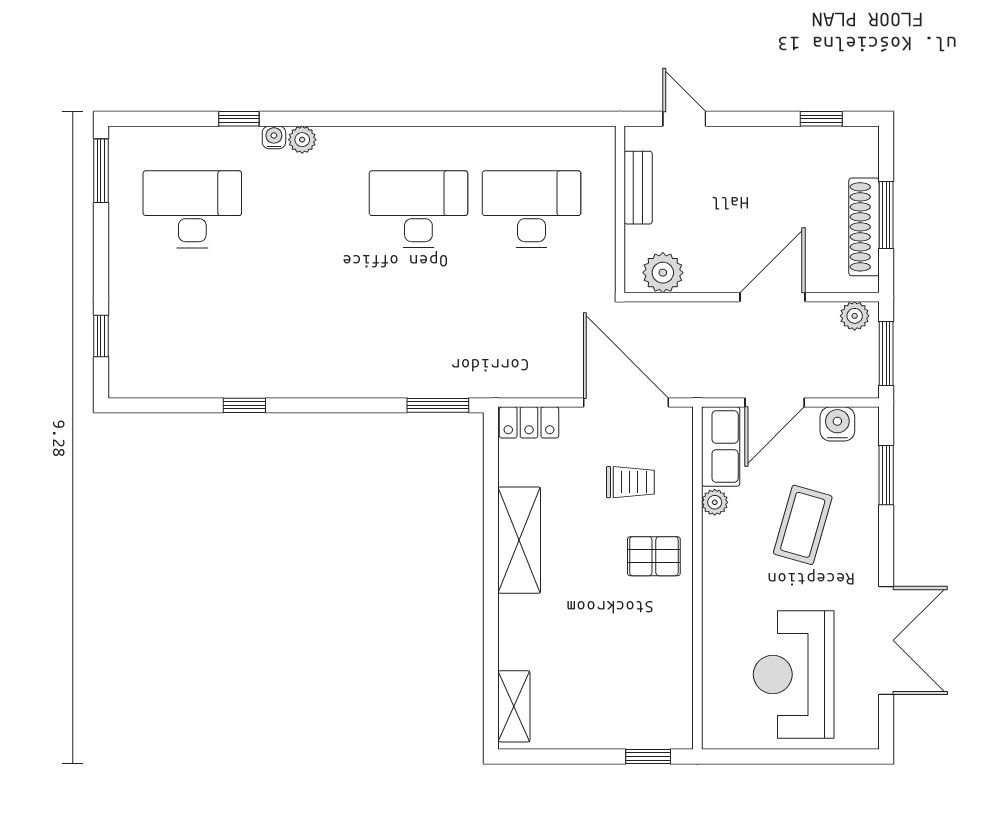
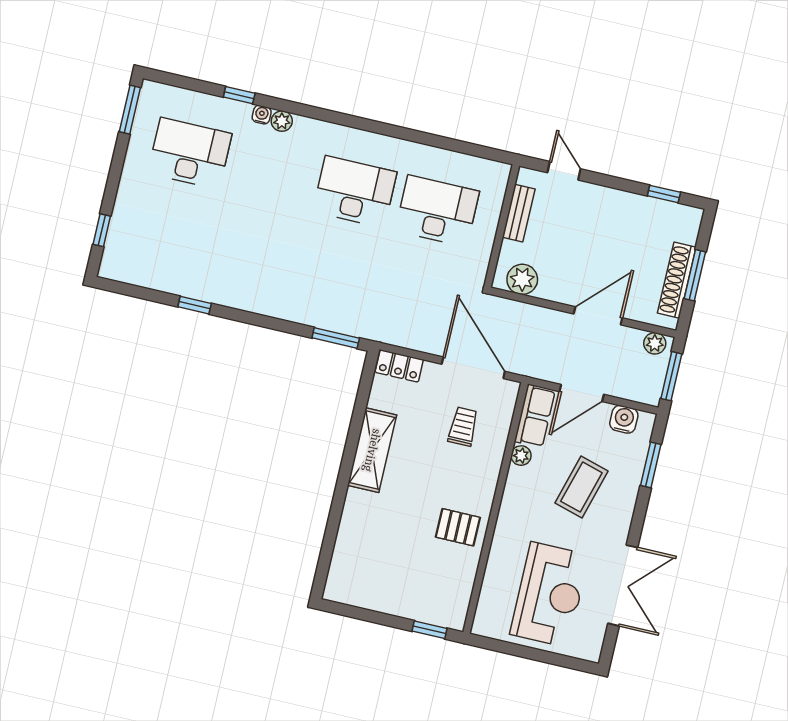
trolley: (630, 482) -> (463, 427), turned -90
pallet: (654, 556) -> (458, 527), moved
reception desk: (794, 674) -> (549, 595), turned 180
shelving: (514, 706) -> (340, 570), removed

